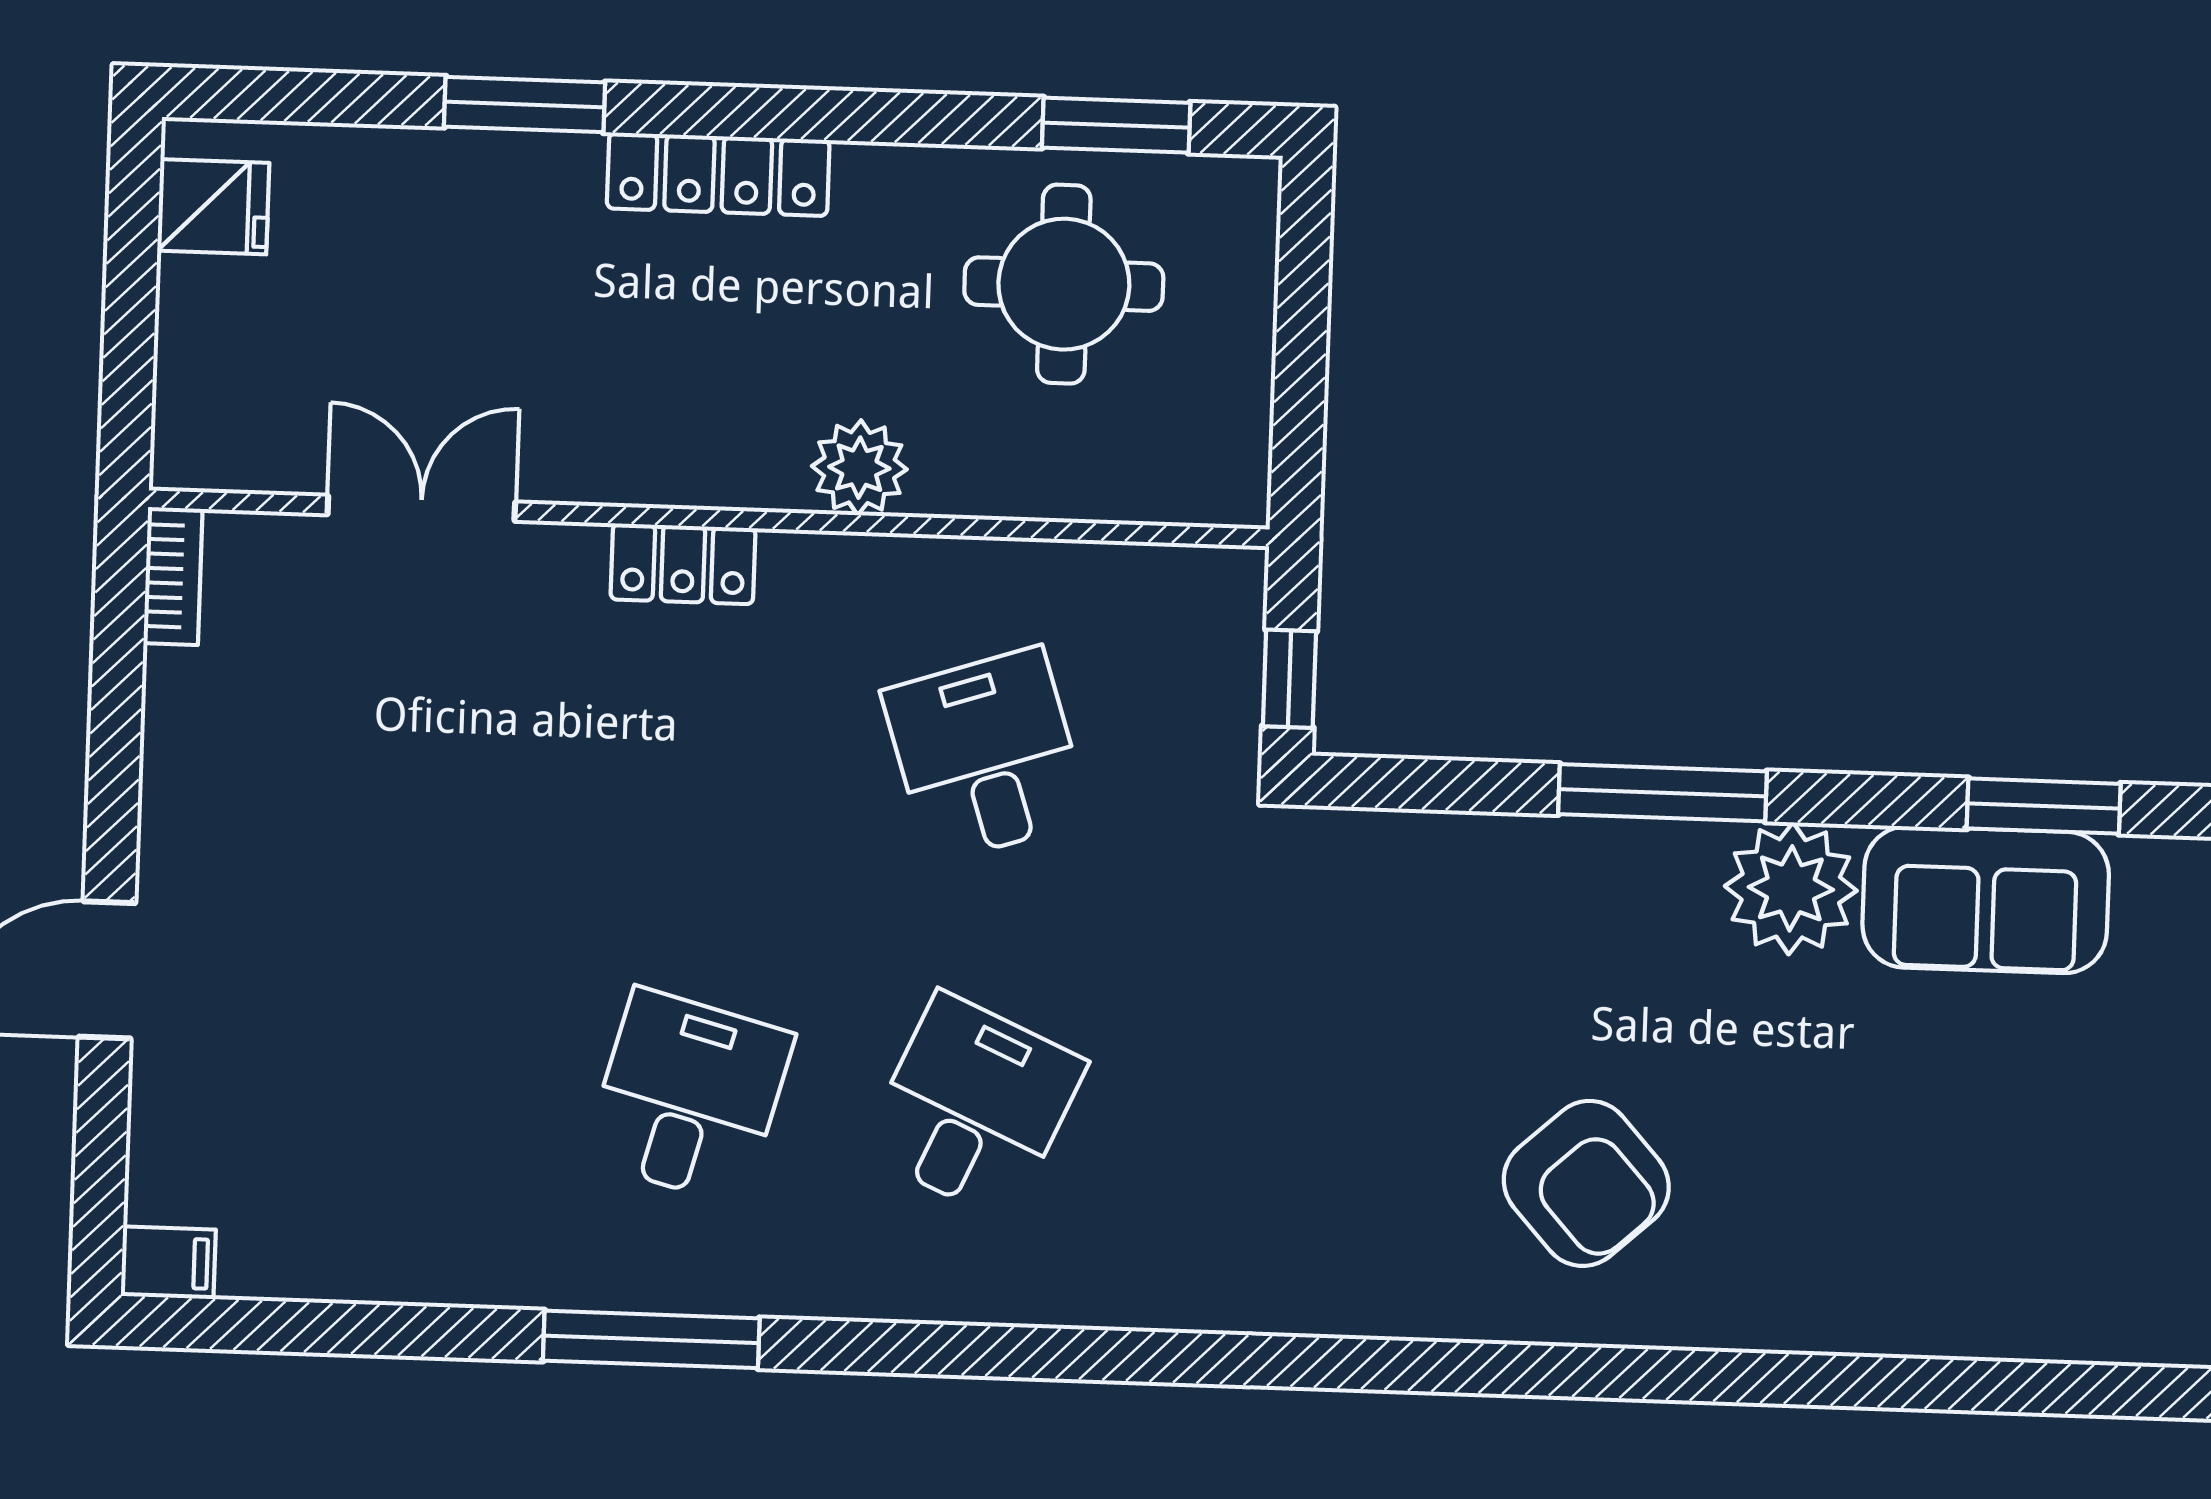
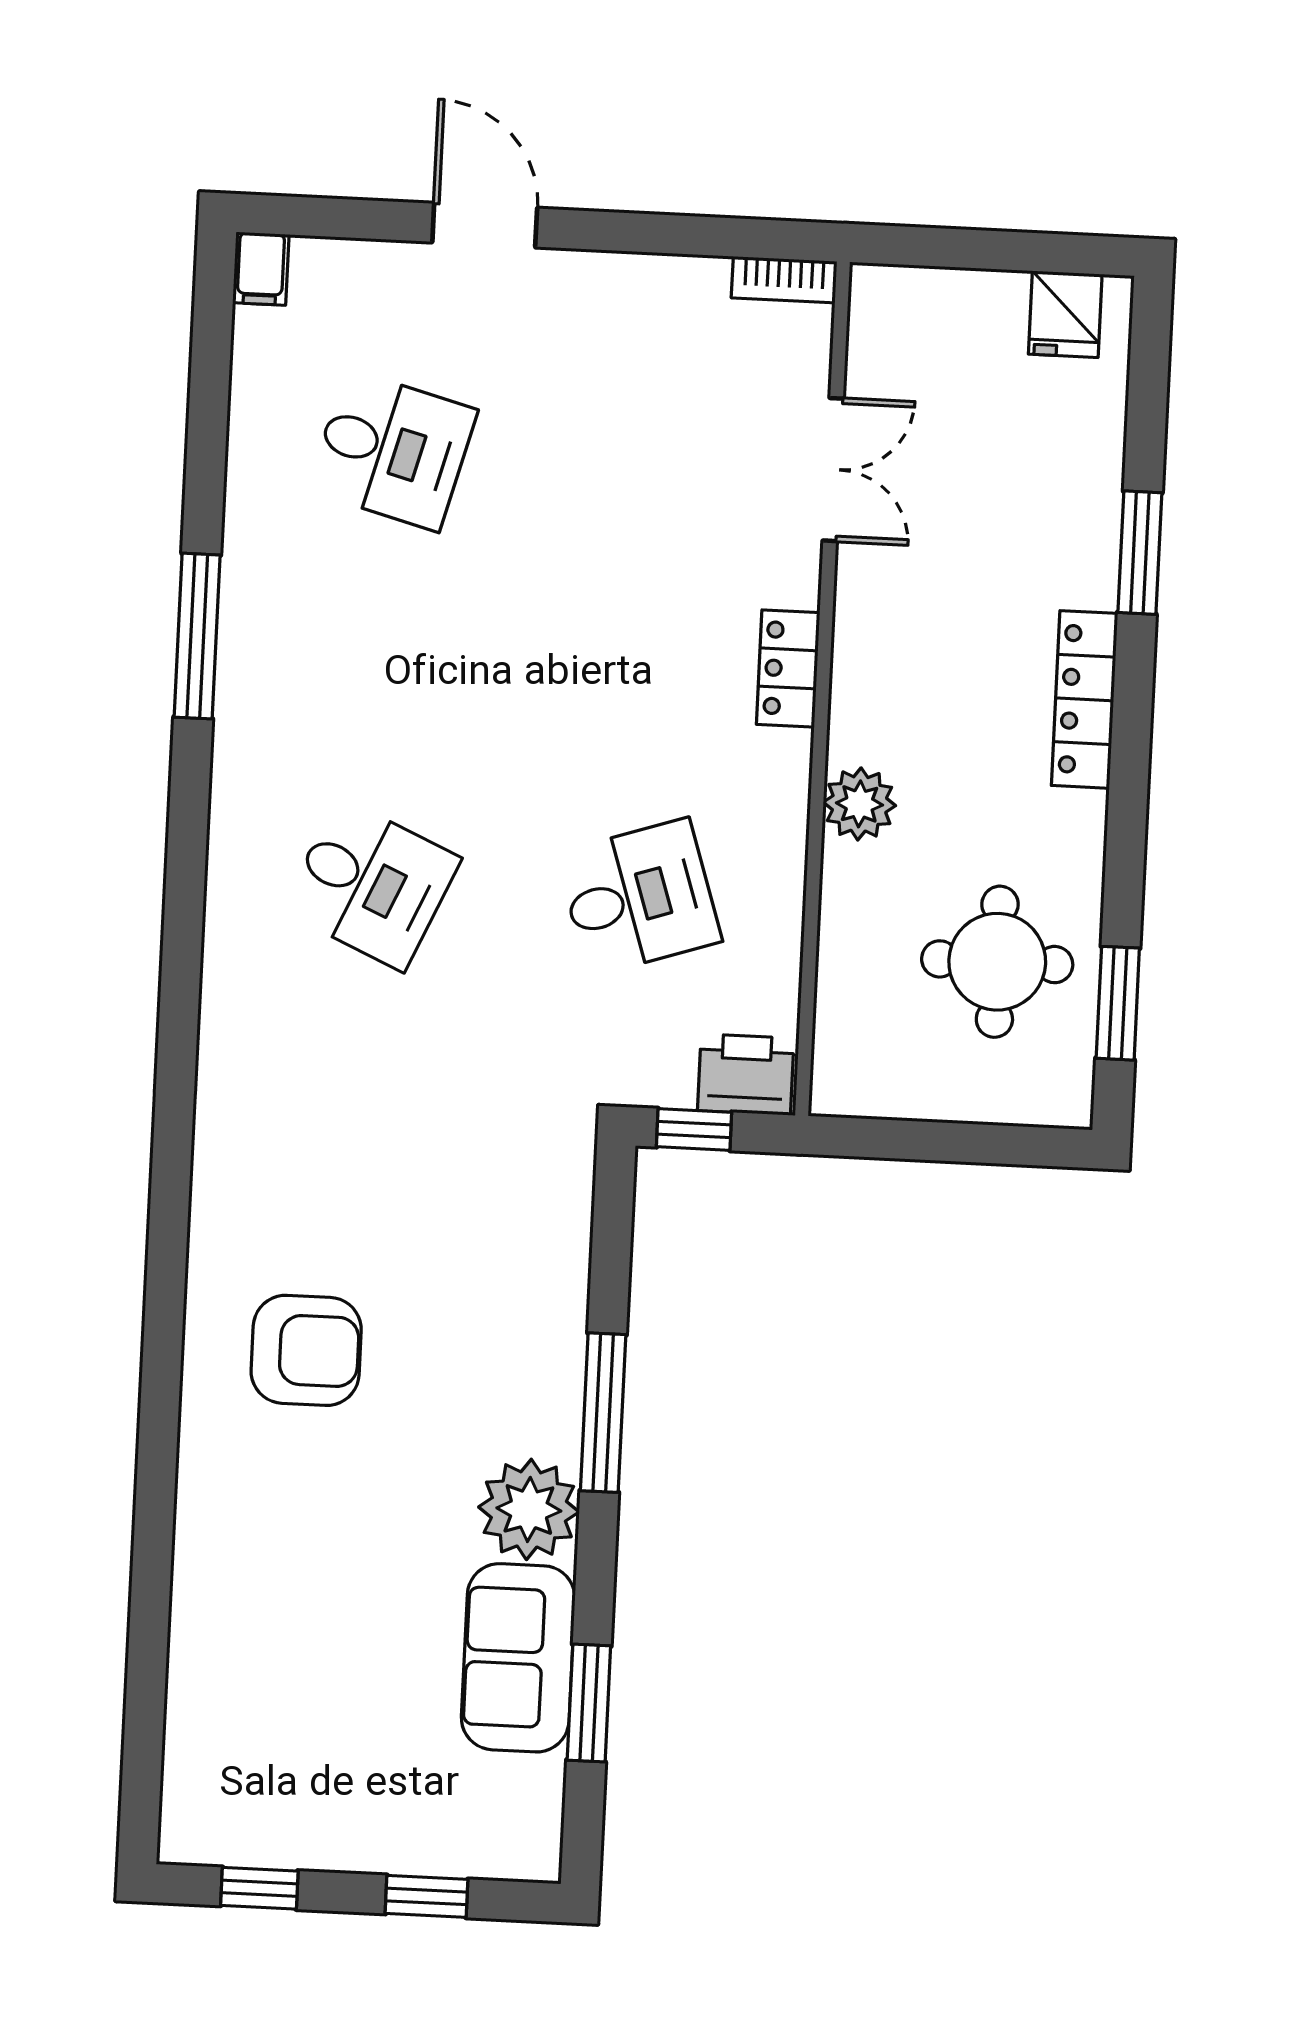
printer: (1216, 612) -> (746, 1074), added
desk: (689, 1097) -> (392, 450), moved
armchair: (1586, 1183) -> (306, 1350), turned -138

